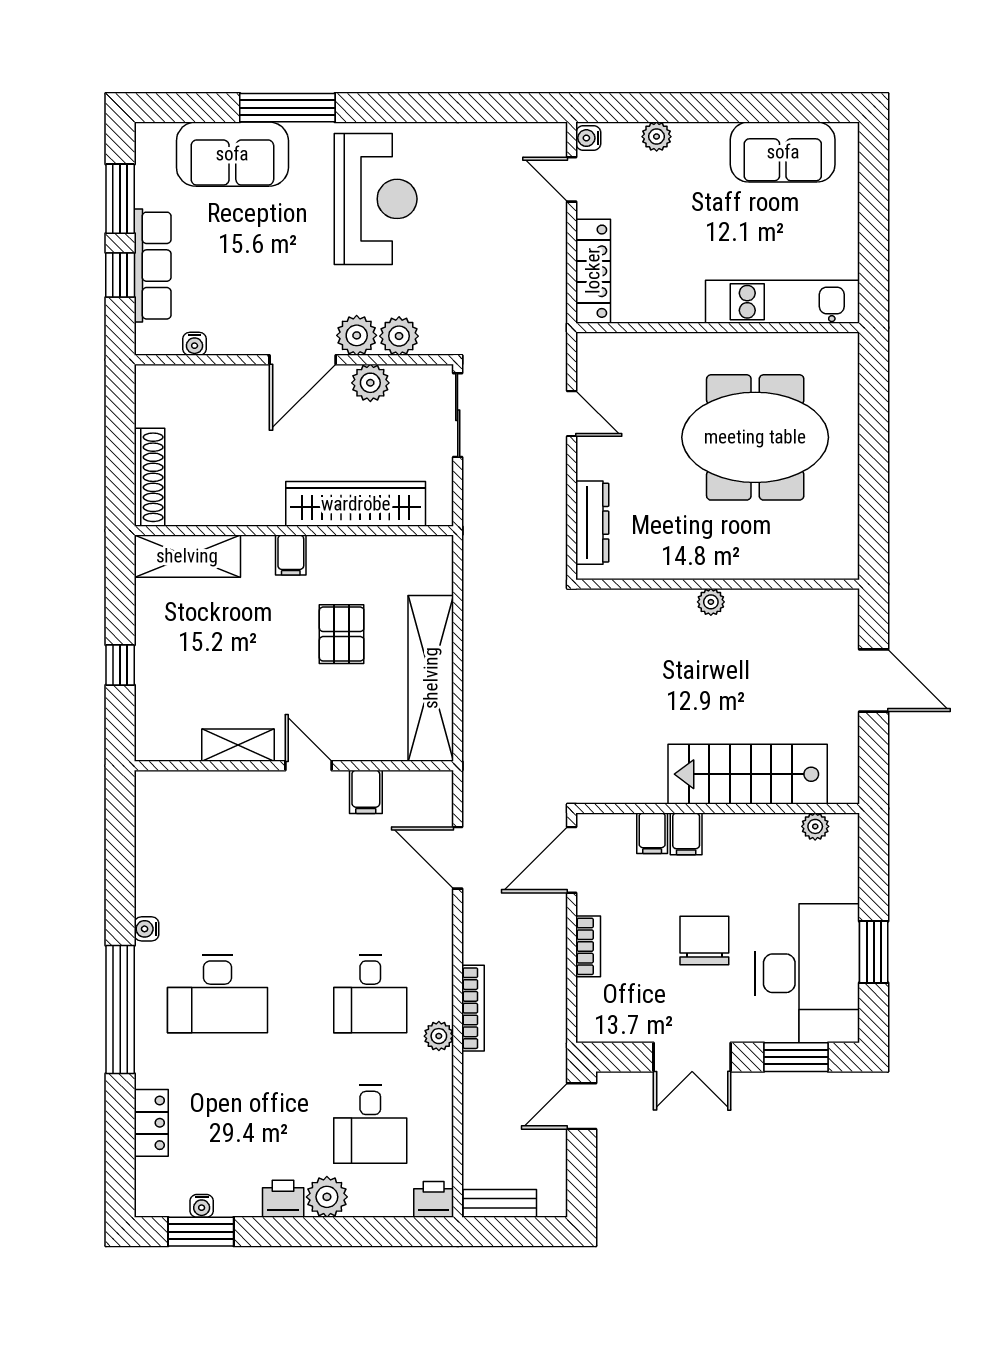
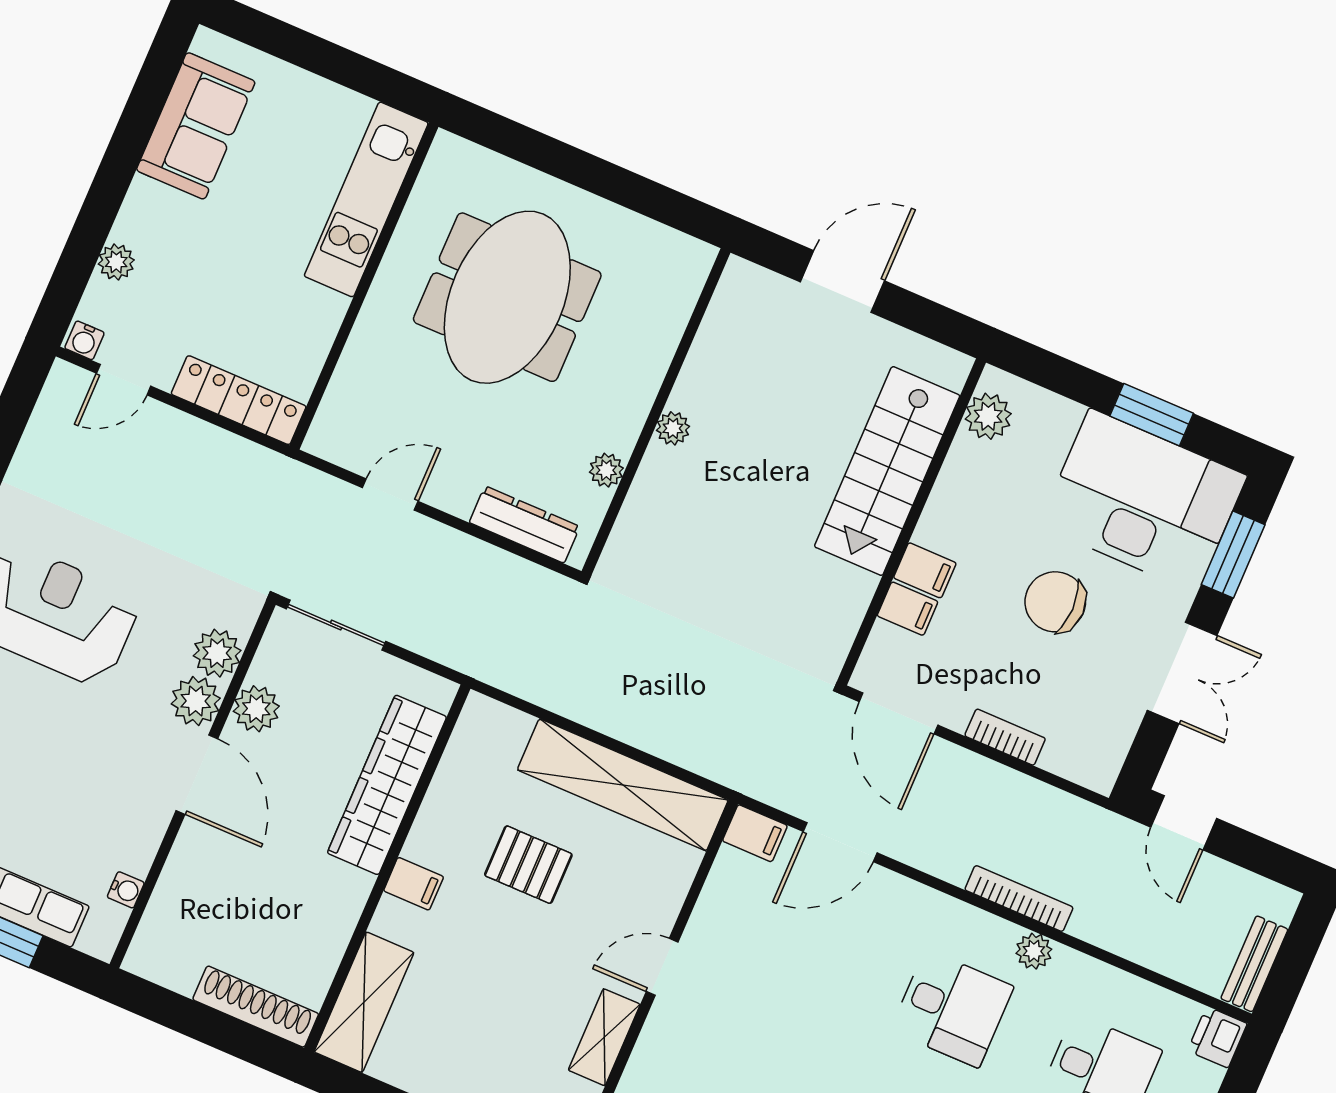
plant: (659, 566) -> (606, 470), added
filing cabinet: (366, 792) -> (755, 833), moved
plant: (815, 826) -> (988, 416), width x1.38, depth x1.38

